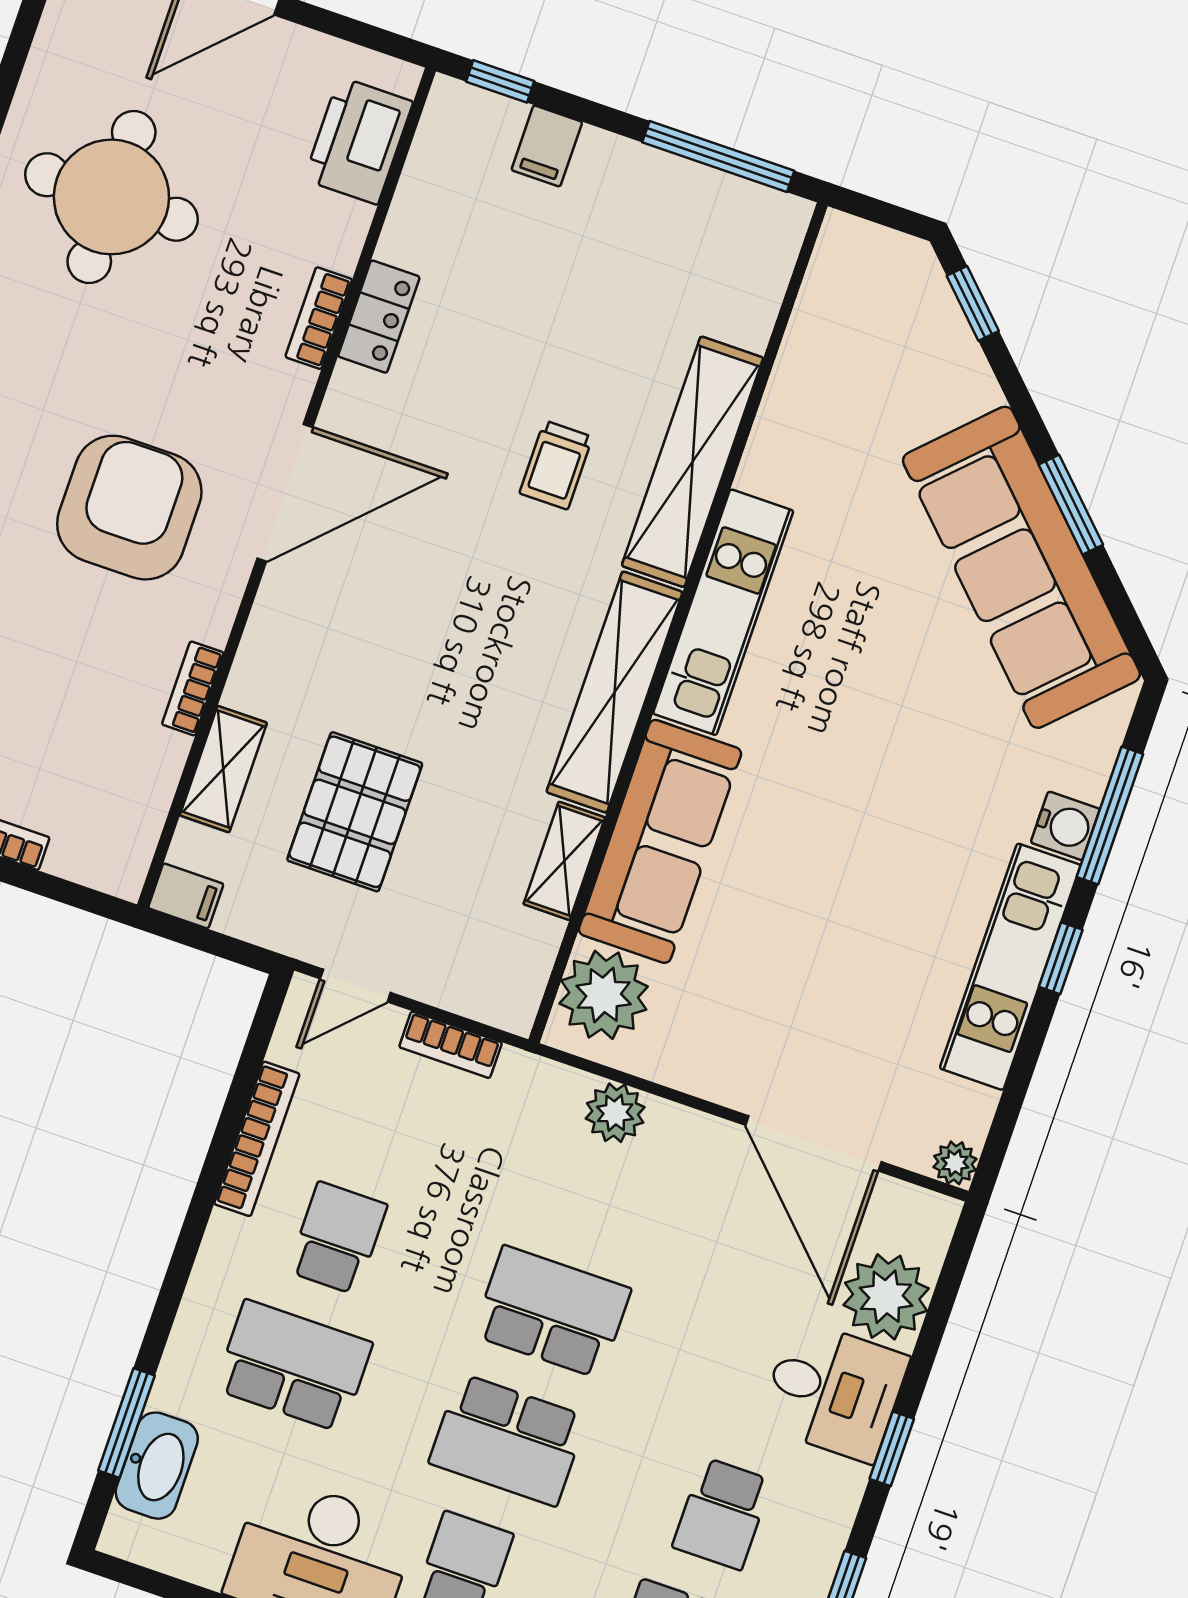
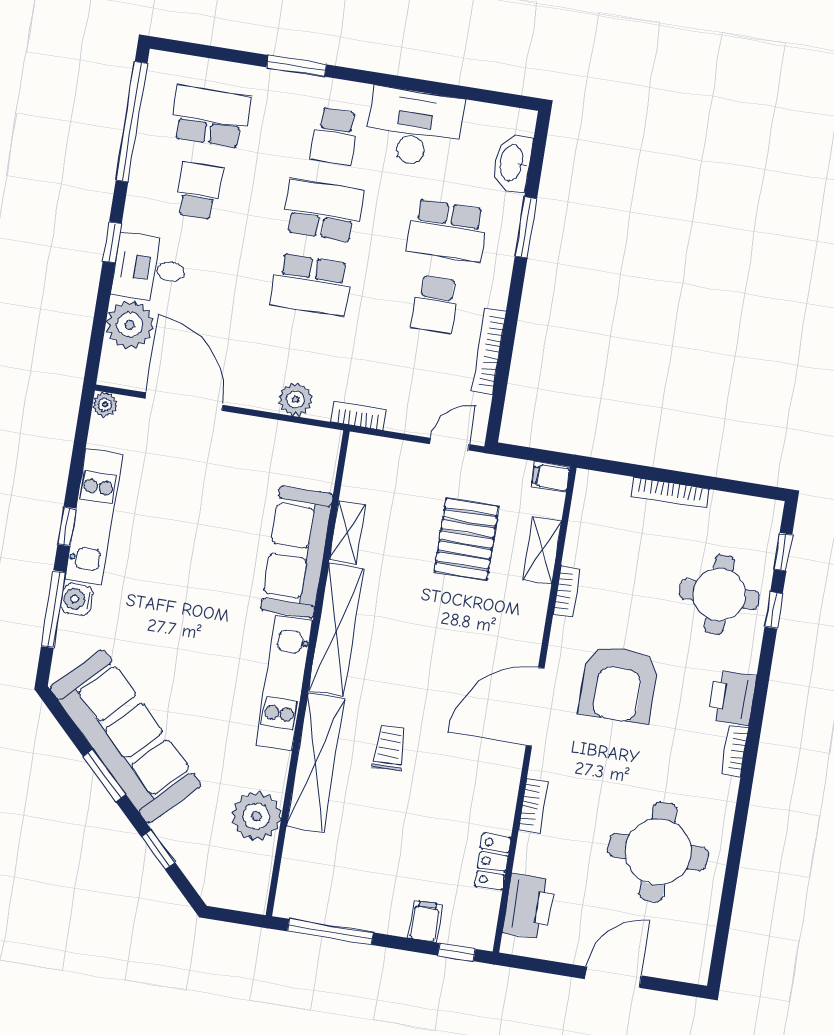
window: (973, 303) -> (158, 850), moved
locker: (379, 317) -> (493, 862), moved
plant: (604, 995) -> (256, 816), moved
bookcase: (451, 1045) -> (359, 416), moved
window: (127, 1423) -> (526, 227), moved

